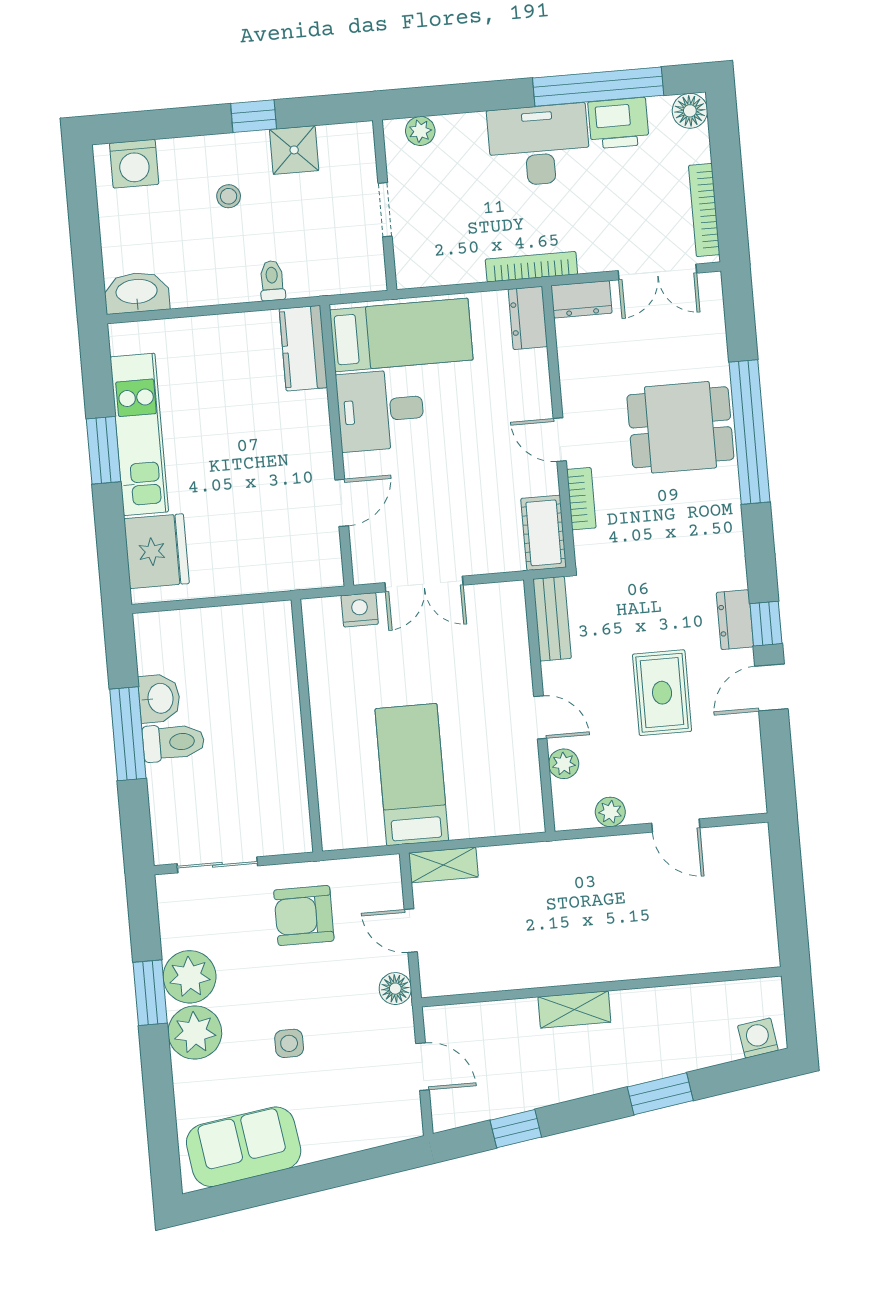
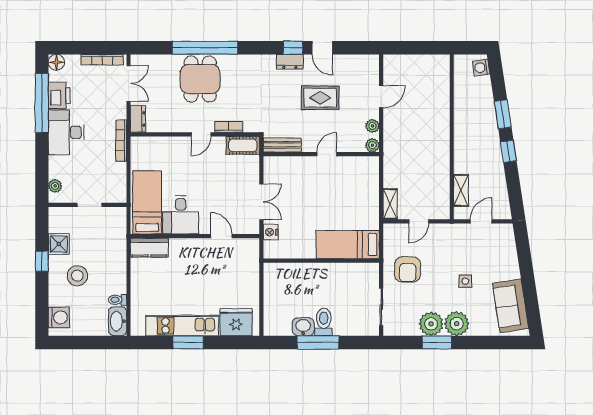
stool: (229, 196) -> (77, 276), width x1.89, depth x1.89
toilet: (272, 281) -> (117, 300), moved
dresser: (528, 318) -> (144, 144), removed
plant: (564, 764) -> (372, 145), moved
bed: (412, 775) -> (348, 245), moved
floor lamp: (395, 989) -> (444, 231), removed
shelving: (574, 1009) -> (461, 190), moved
window: (516, 1129) -> (508, 151), moved

